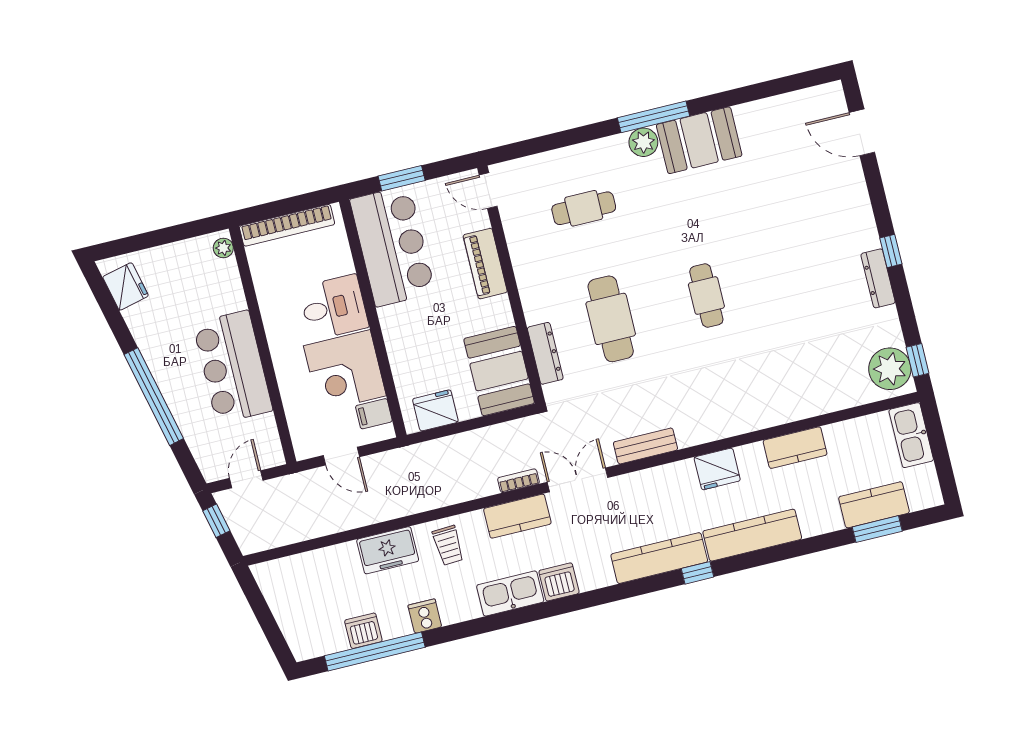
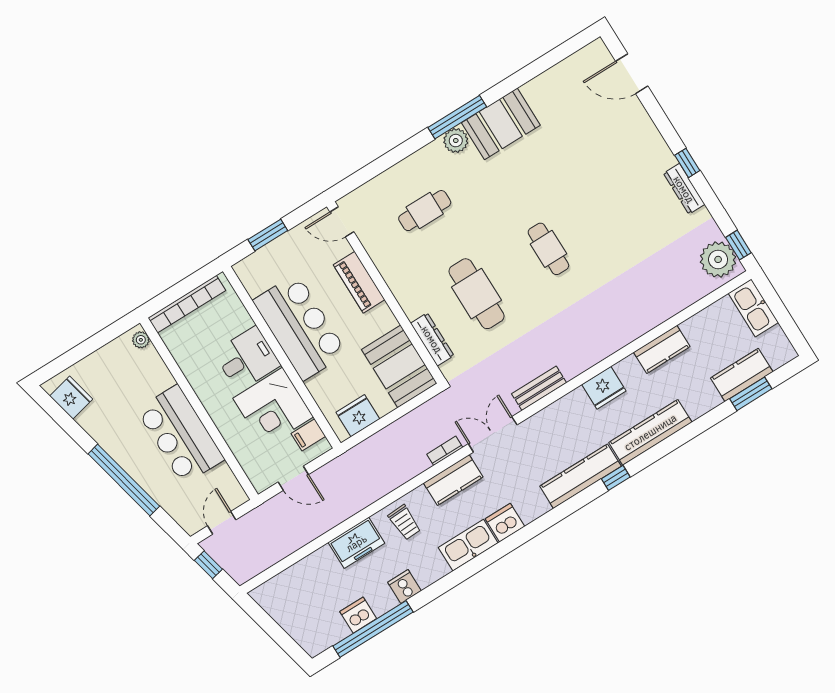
bar counter: (393, 246) -> (300, 327), moved

